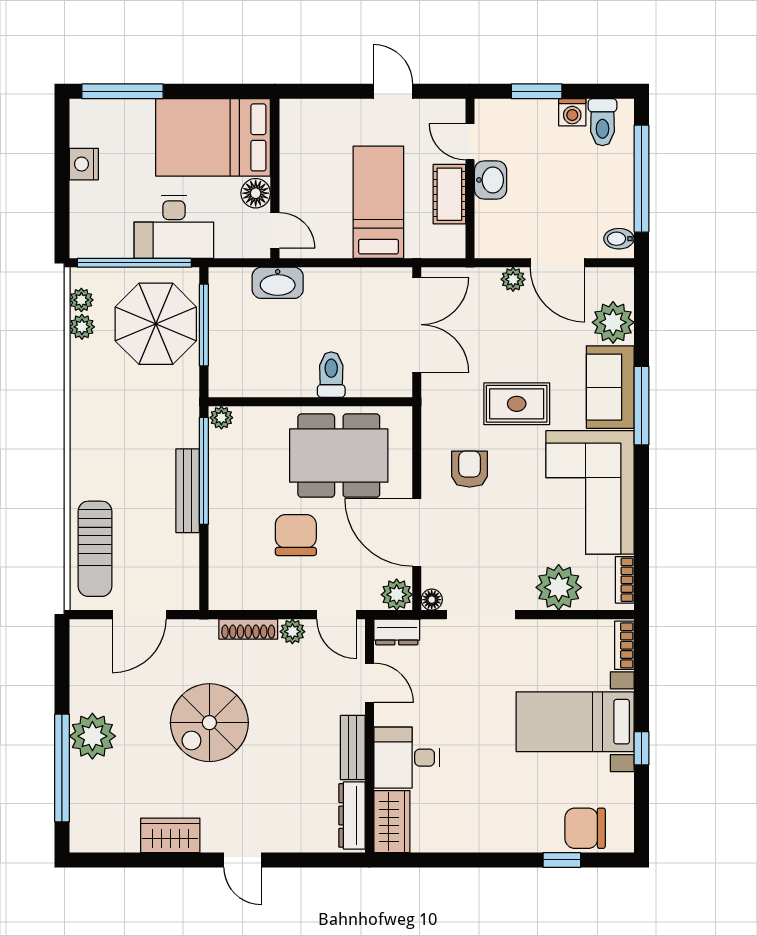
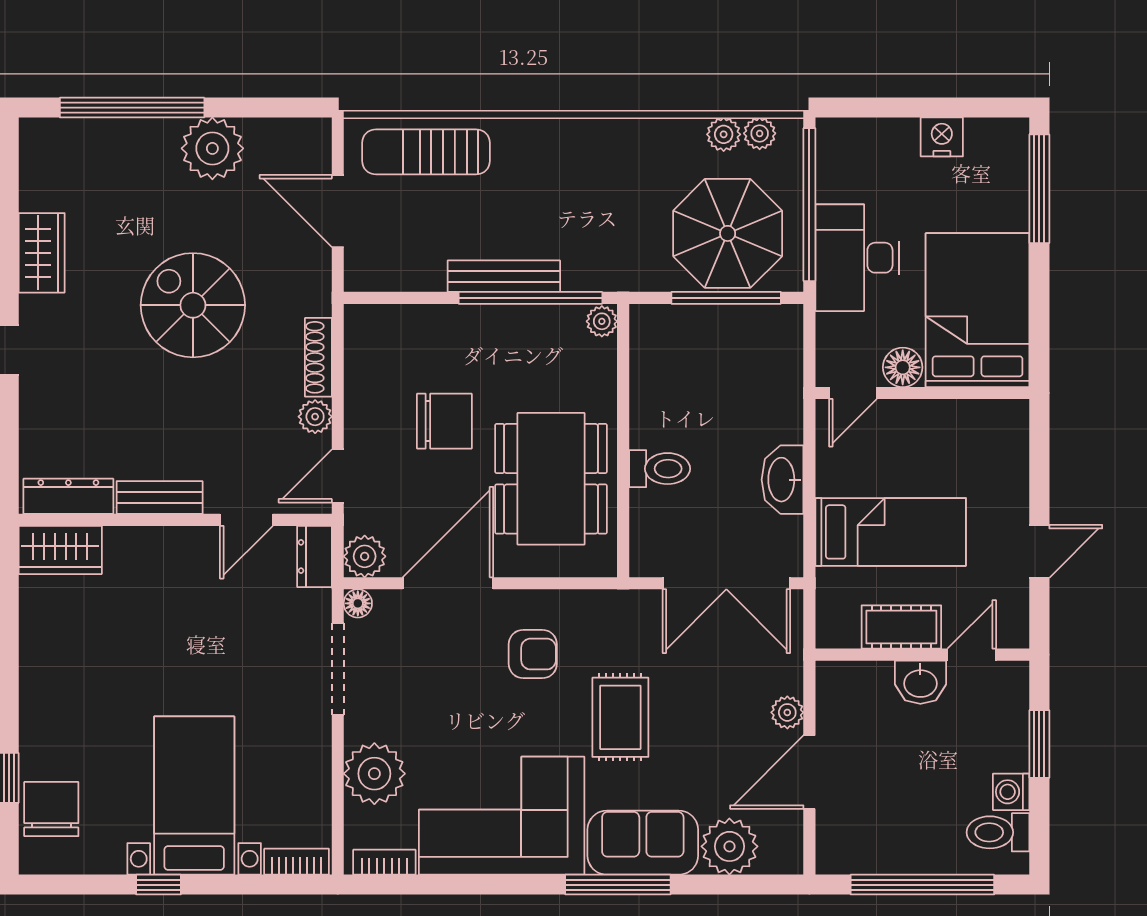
bidet: (619, 239) -> (842, 854), removed
washbasin: (278, 283) -> (783, 480), moved
plant: (92, 736) -> (212, 148), moved
desk: (407, 758) -> (146, 570), removed

